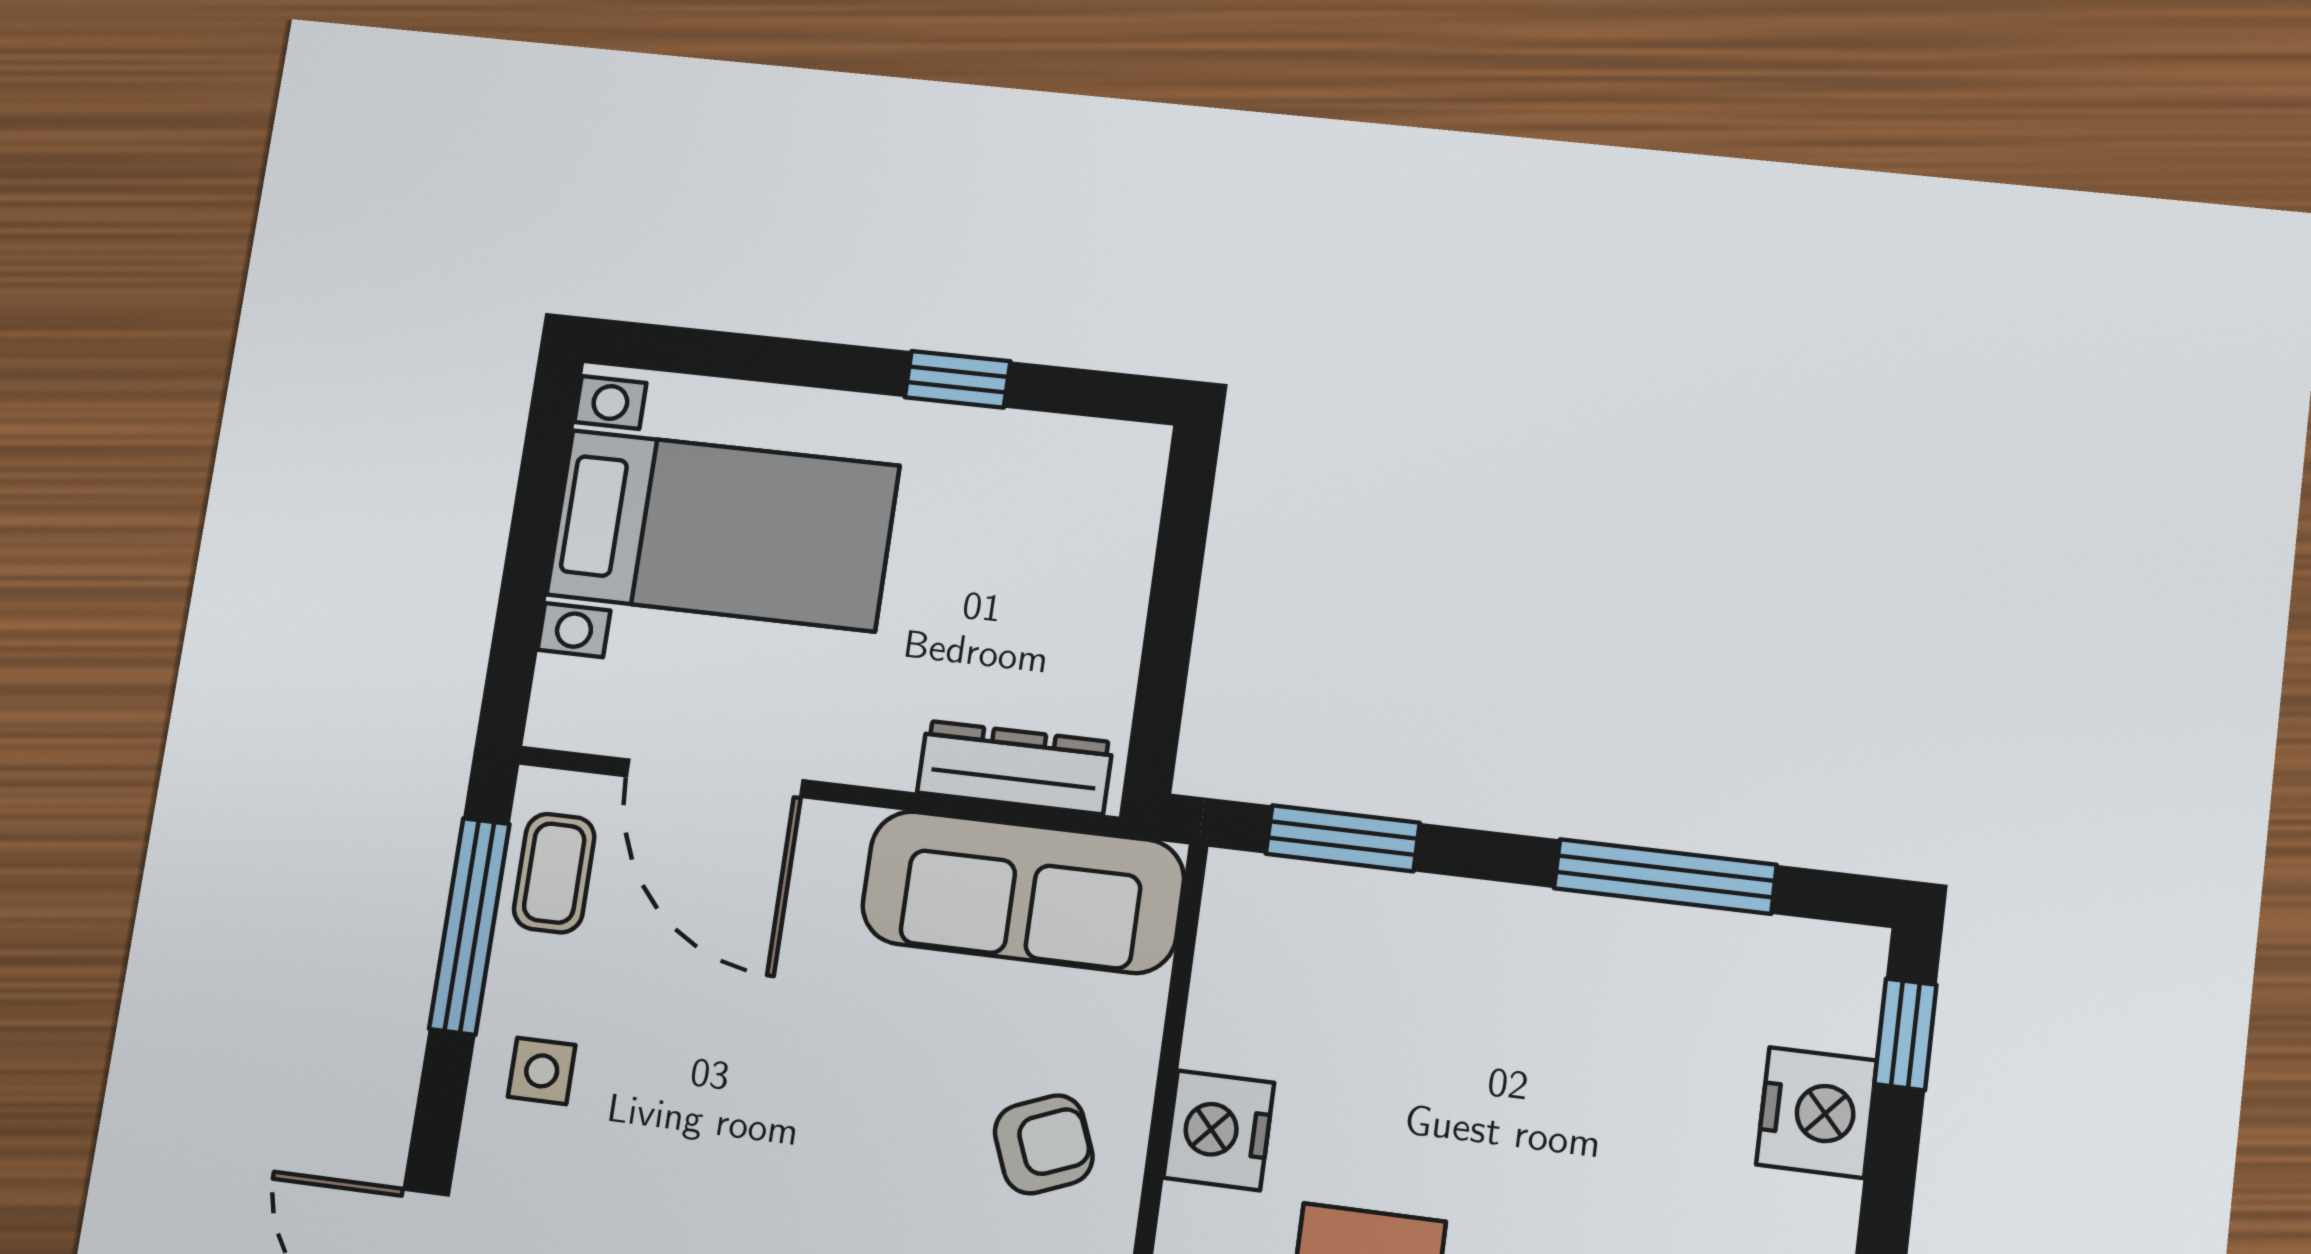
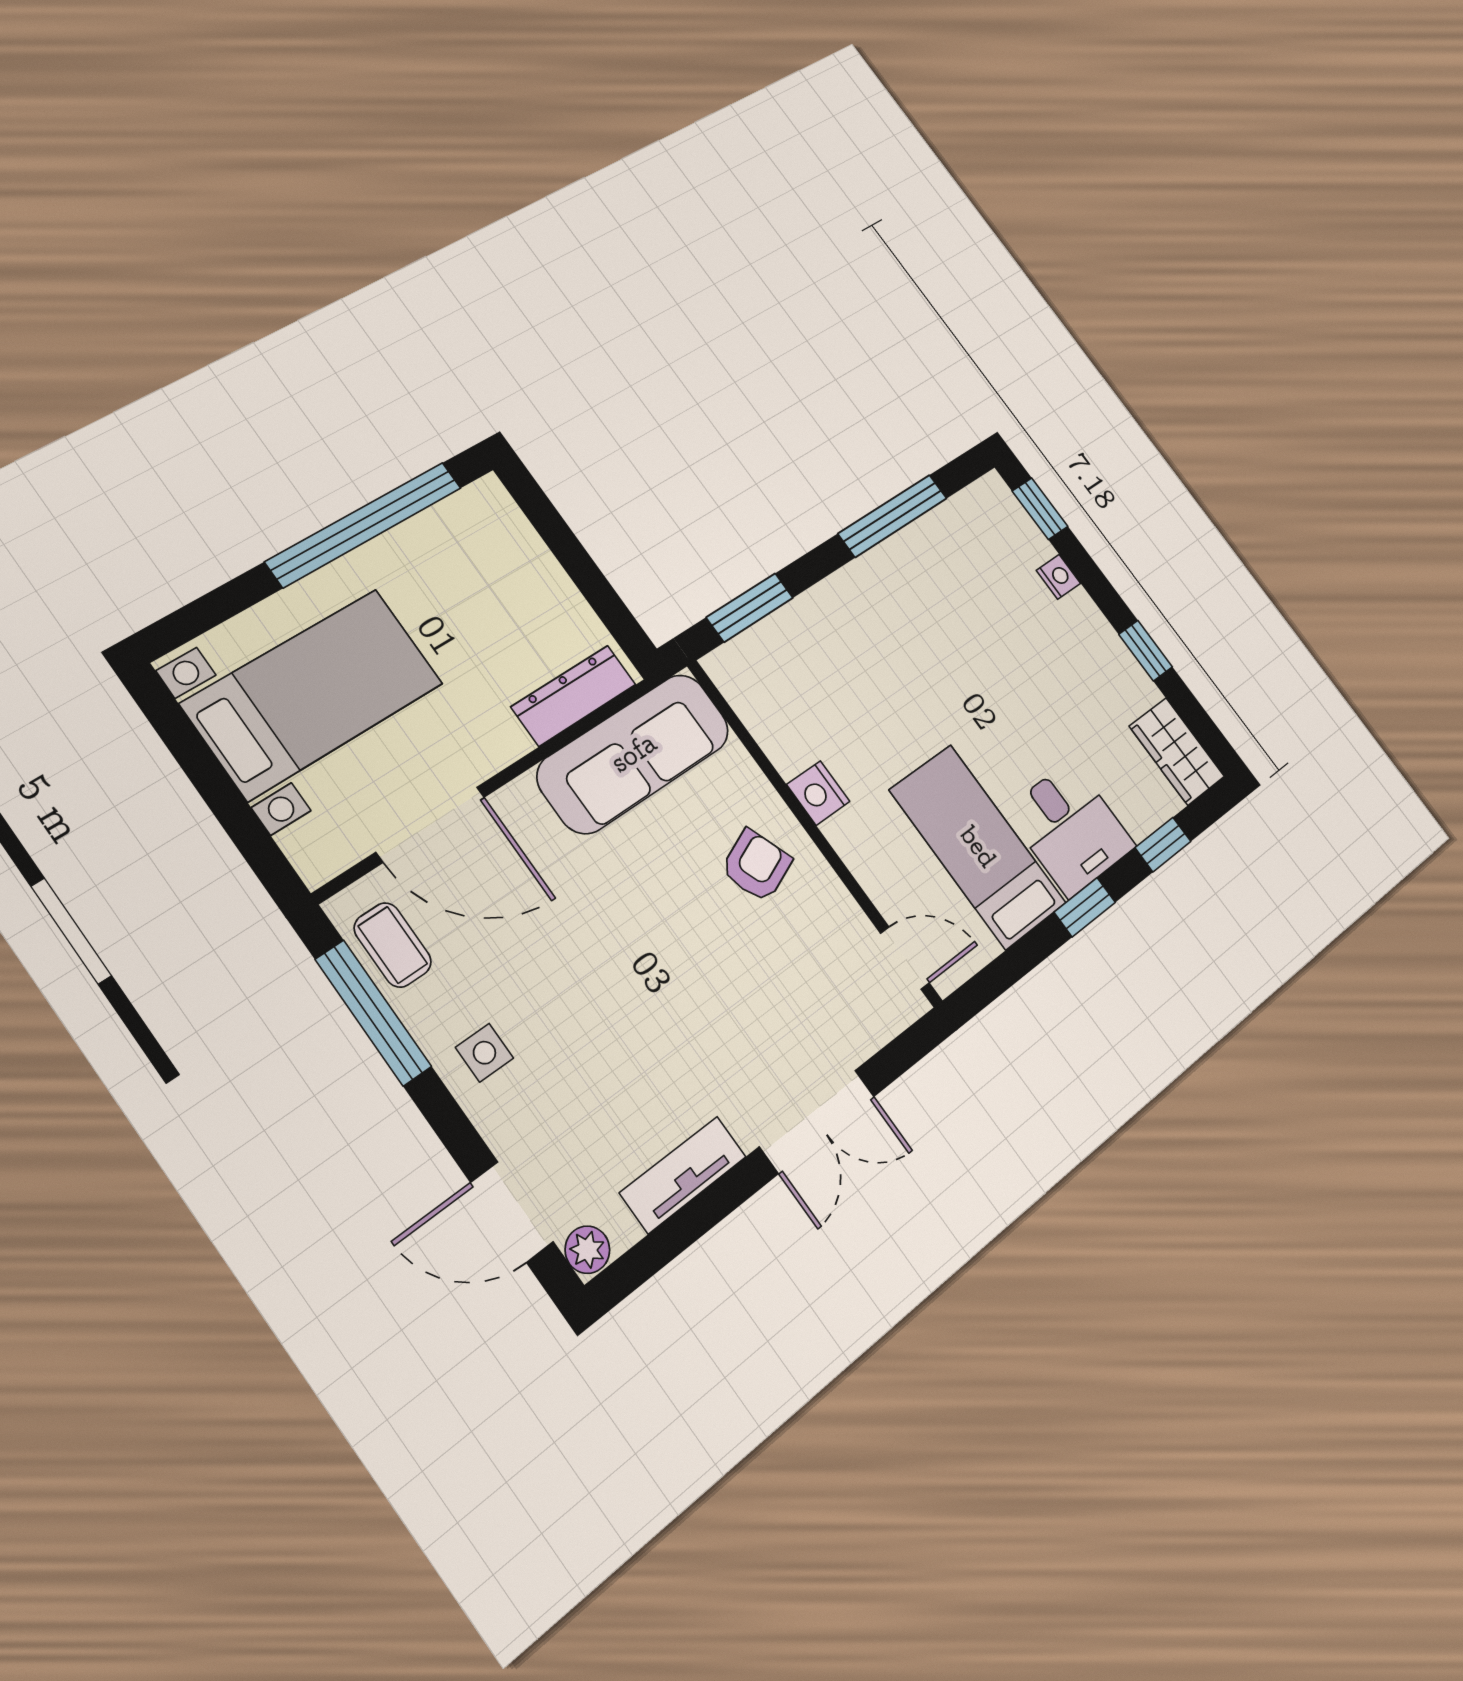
window: (958, 379) -> (364, 524), width x3.17
nightstand: (1816, 1112) -> (1058, 577), width x0.53, depth x0.56
nightstand: (1219, 1130) -> (818, 793), width x0.74, depth x0.75

